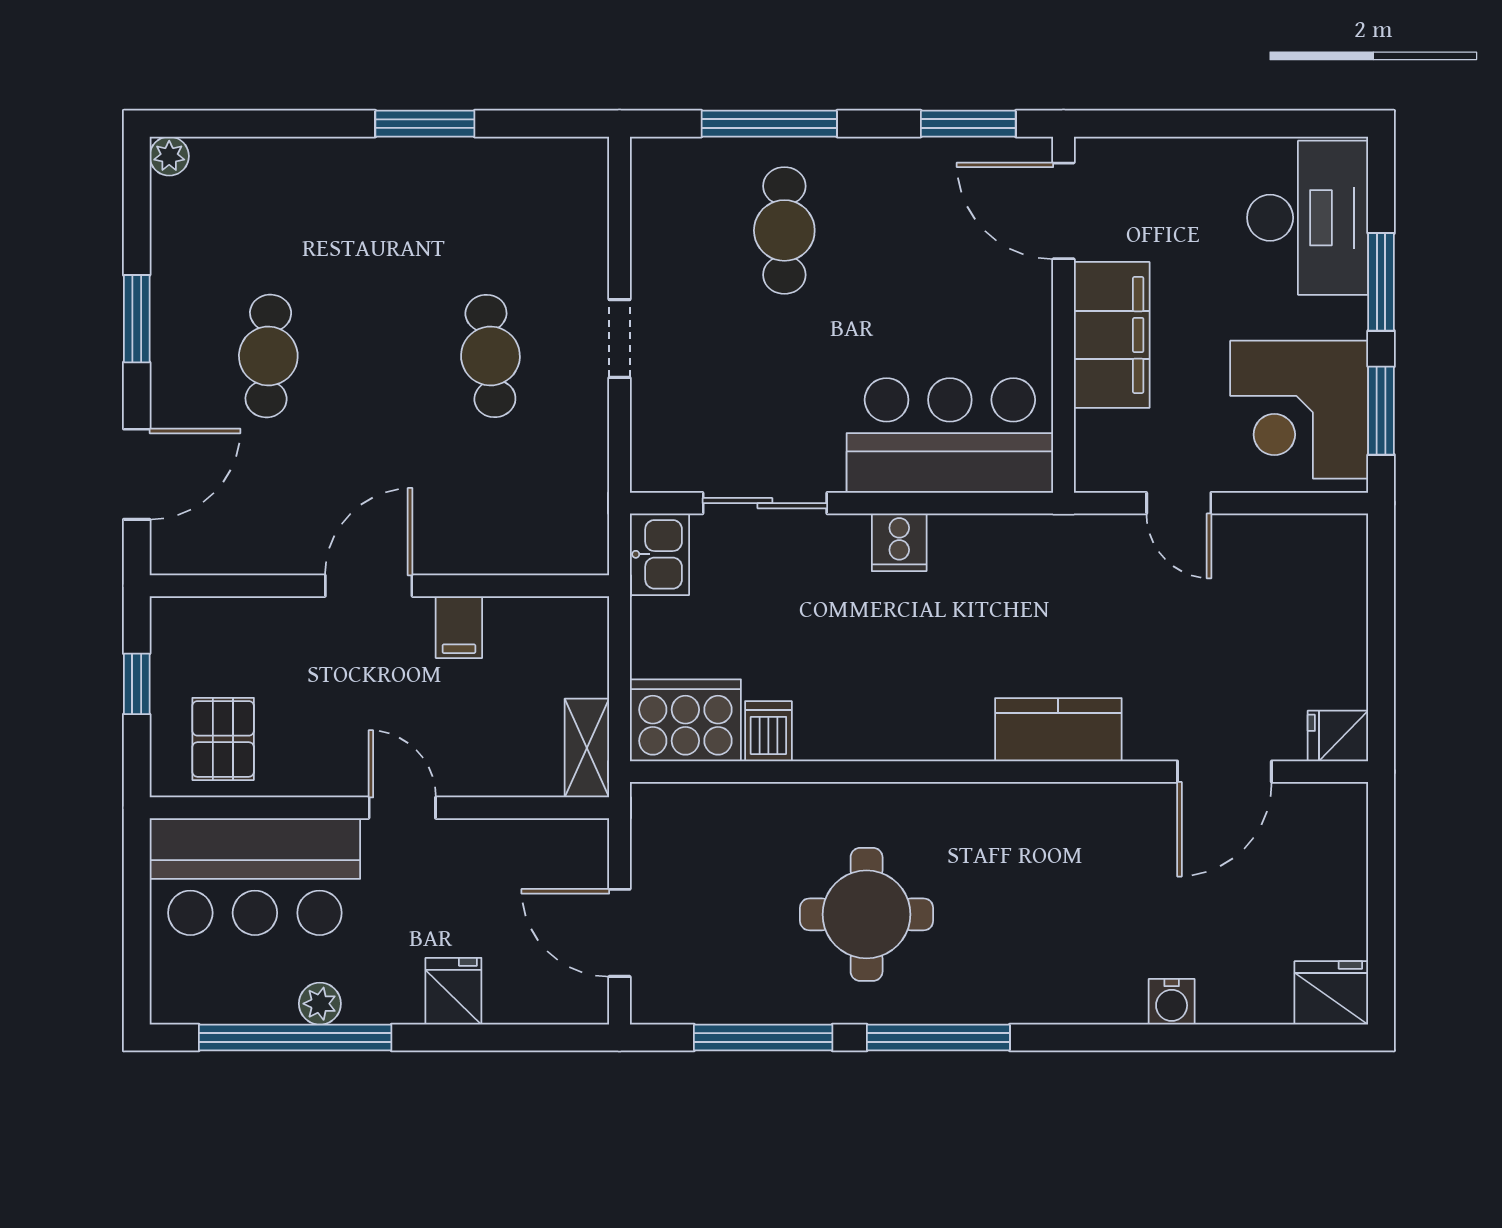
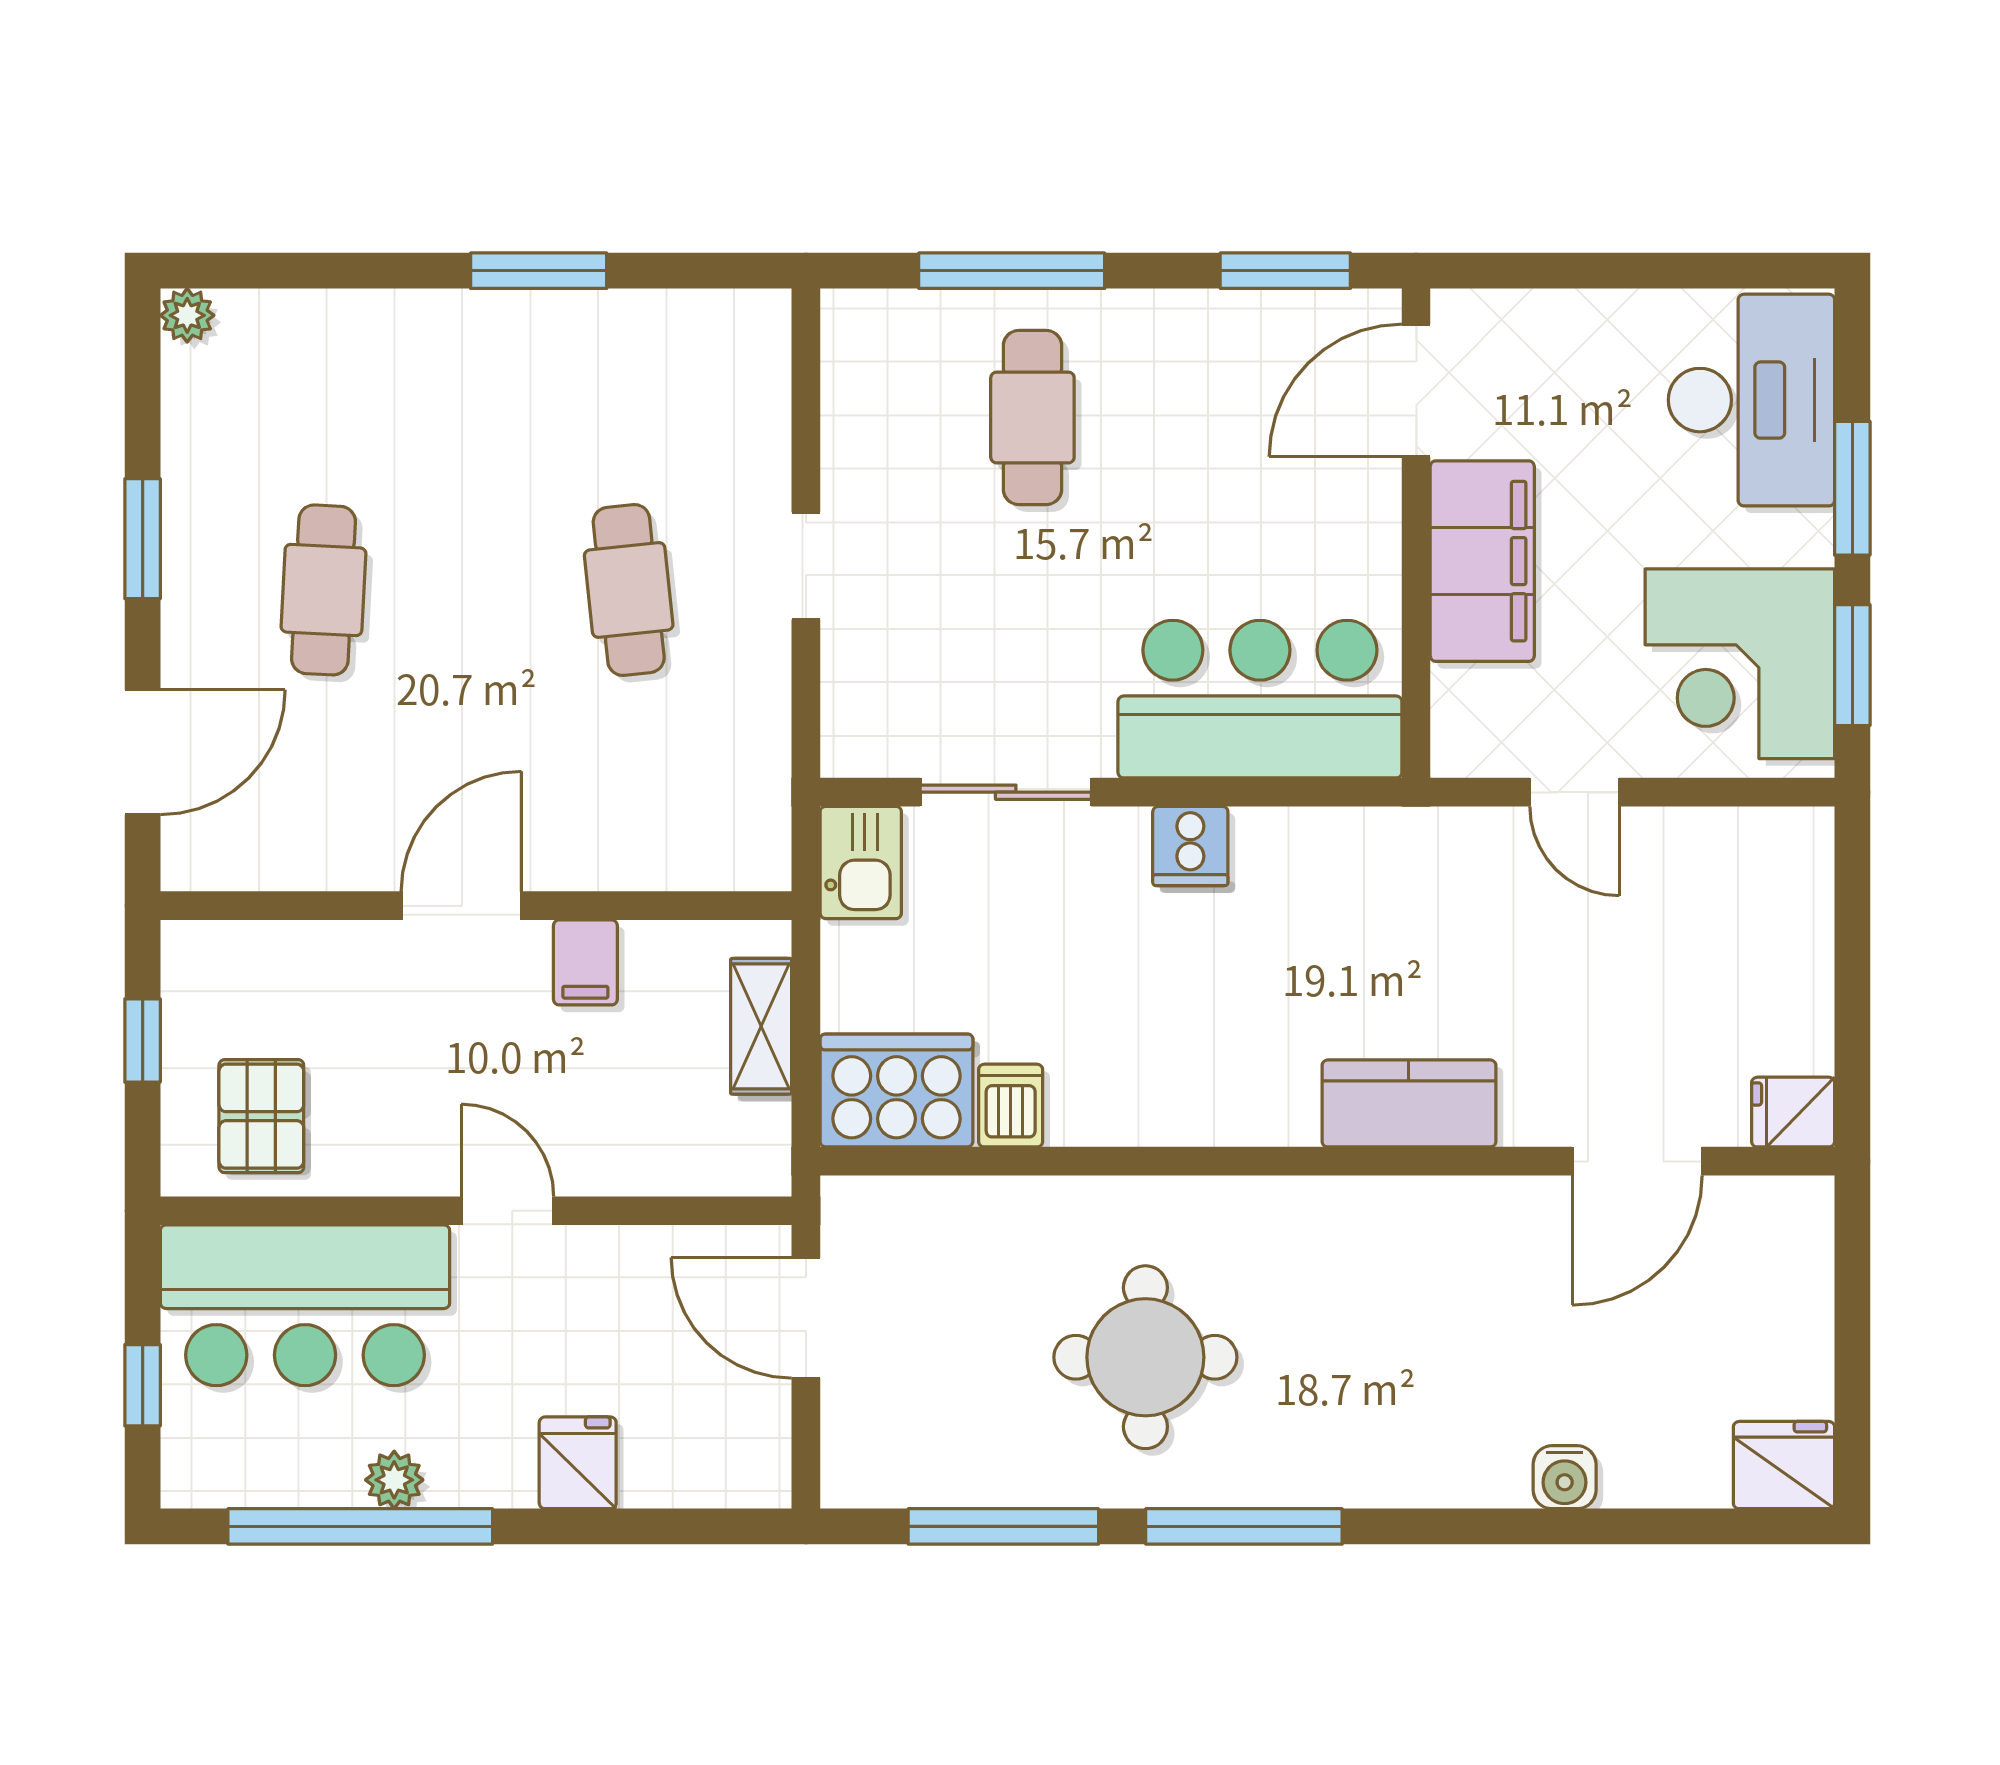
door: (1064, 211) -> (1416, 391), hinge flipped
shelving: (587, 748) -> (761, 1026), moved
door: (619, 933) -> (806, 1318), moved
window: (137, 935) -> (143, 1385), added

